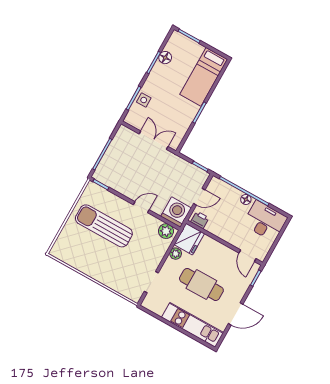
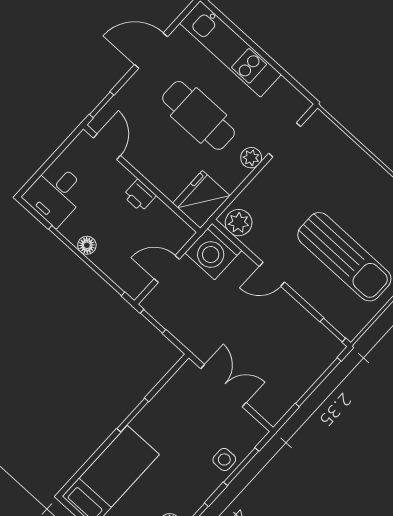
double door: (154, 140) -> (223, 386), swing flipped
printer: (200, 220) -> (140, 196), moved
desk: (265, 221) -> (56, 194), width x0.73
plant: (176, 254) -> (251, 158), moved

